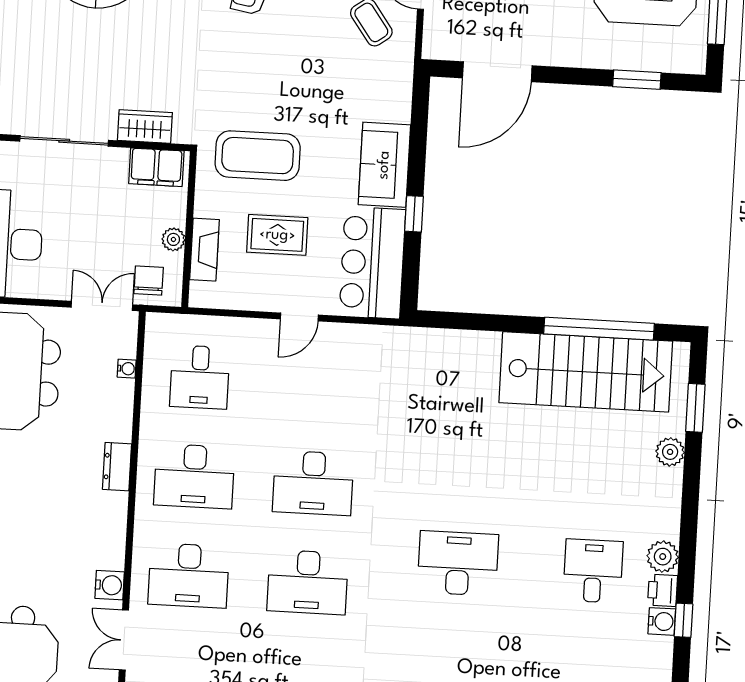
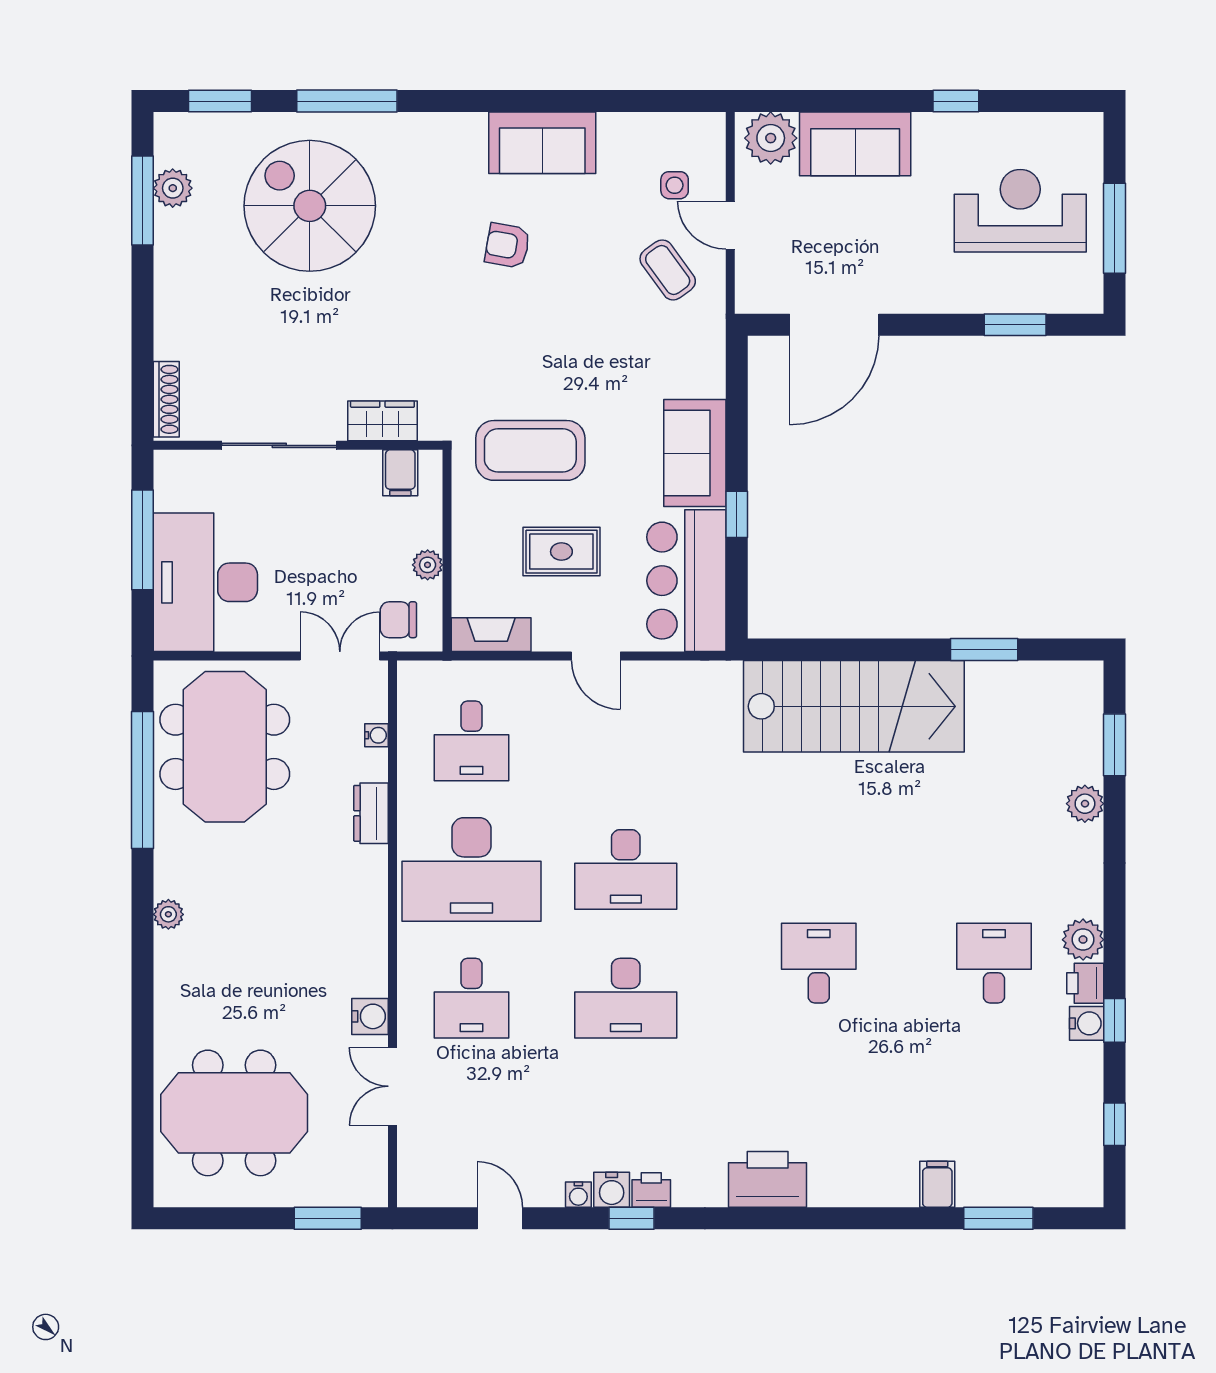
filing cabinet: (156, 167) -> (400, 473), width x0.50
fireplace: (204, 250) -> (491, 635), moved, turned -90
chair: (149, 280) -> (398, 620), turned -90
door: (299, 317) -> (596, 656), hinge flipped
window: (599, 329) -> (984, 649), width x0.47
stairs: (586, 372) -> (854, 706), moved
dresser: (117, 467) -> (371, 813), moved
desk: (194, 476) -> (472, 870), width x1.36, depth x1.30
desk: (458, 563) -> (819, 963), width x0.73
desk: (189, 575) -> (472, 998), width x0.73

